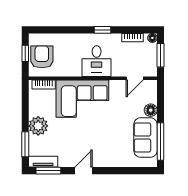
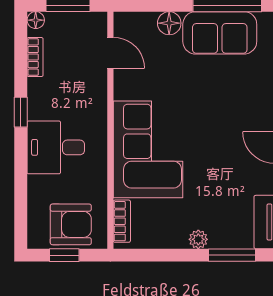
armchair: (42, 57) -> (71, 224), turned 180
desk: (97, 61) -> (56, 147), moved, turned 180
plant: (38, 126) -> (198, 239), width x0.53, depth x0.53

